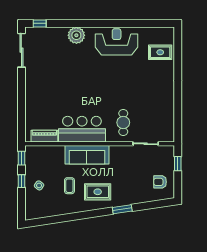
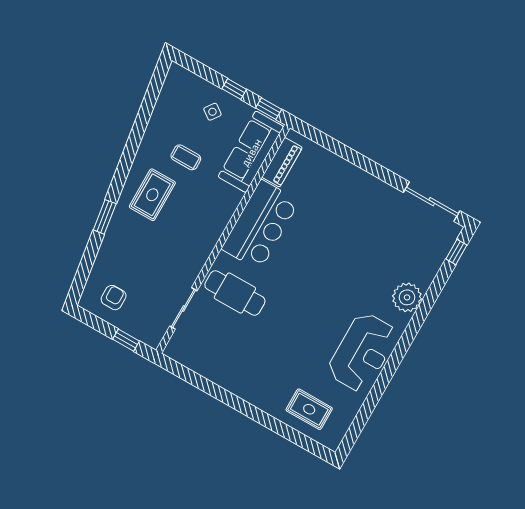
rug: (160, 52) -> (309, 409), turned 90
cafe table: (123, 123) -> (235, 293), width x1.37, depth x1.35
sofa: (87, 155) -> (251, 152), moved

